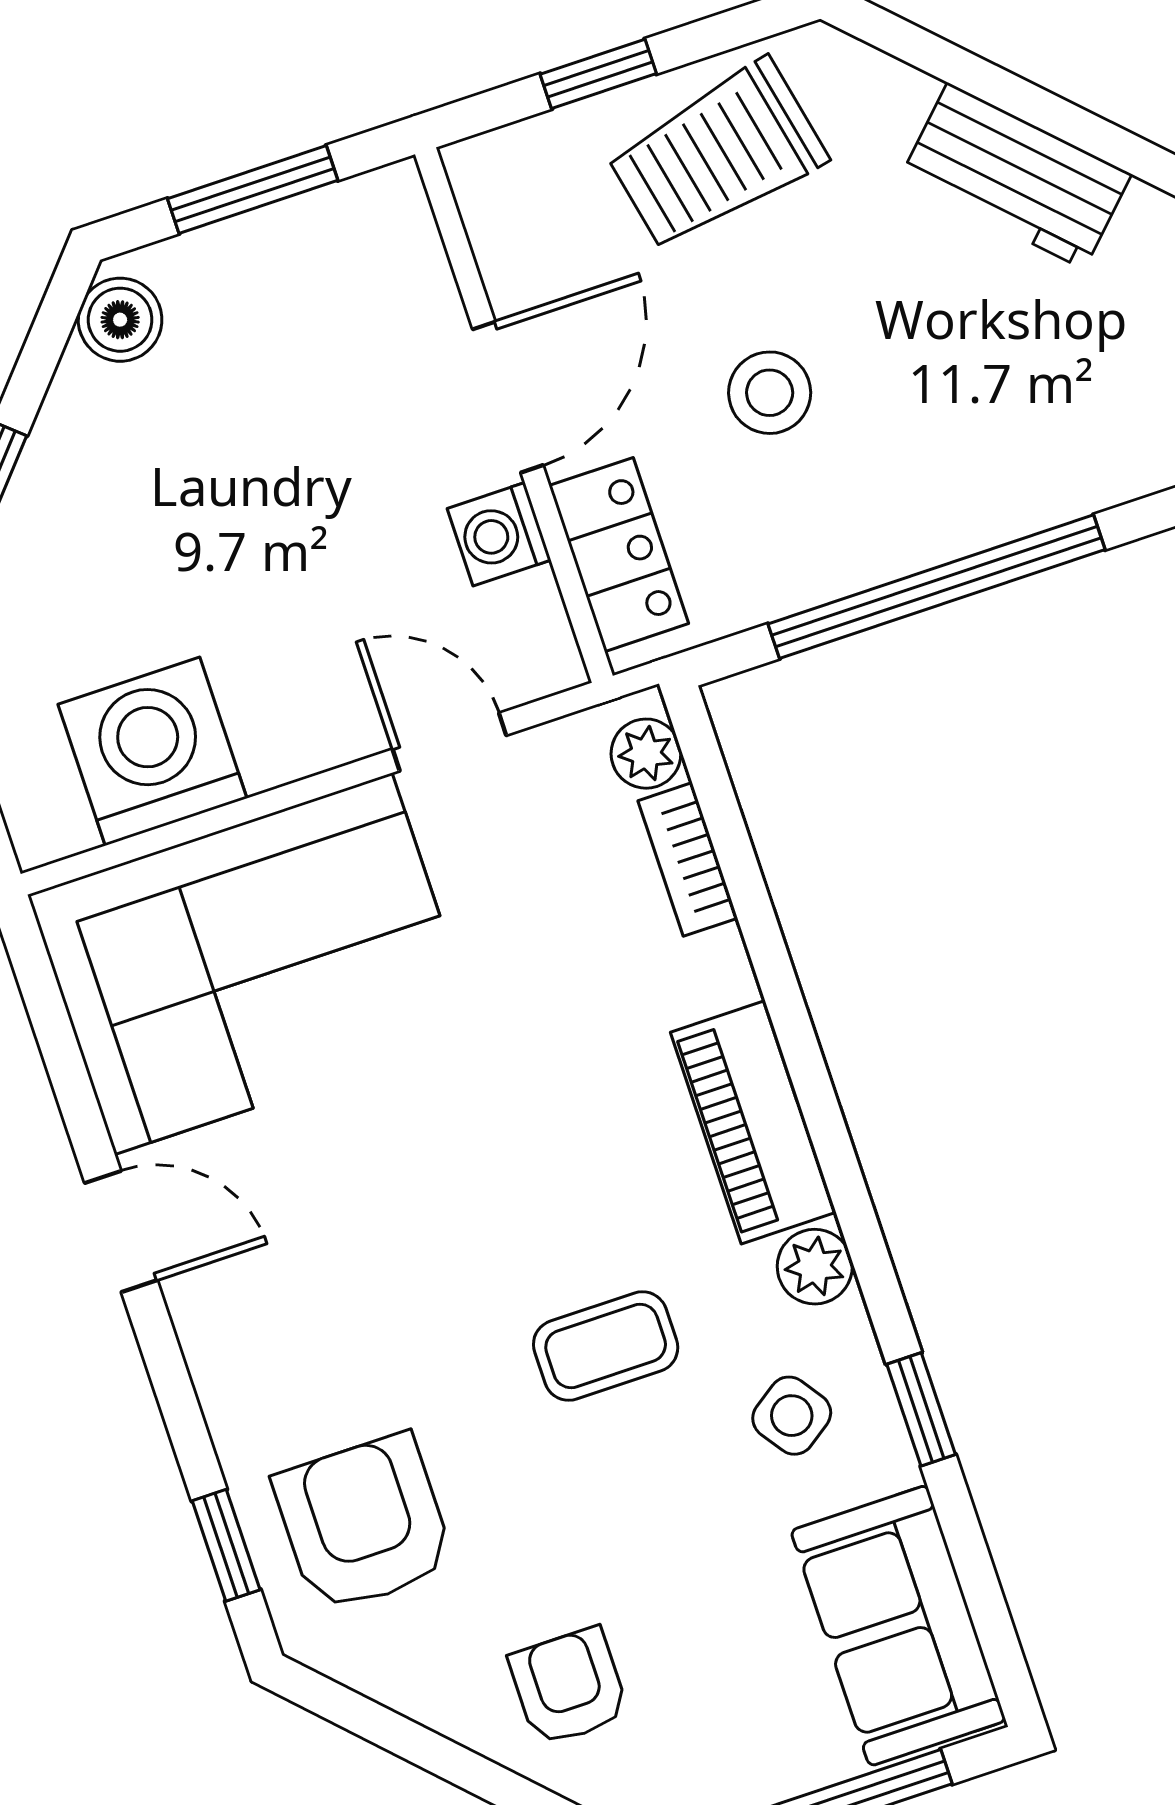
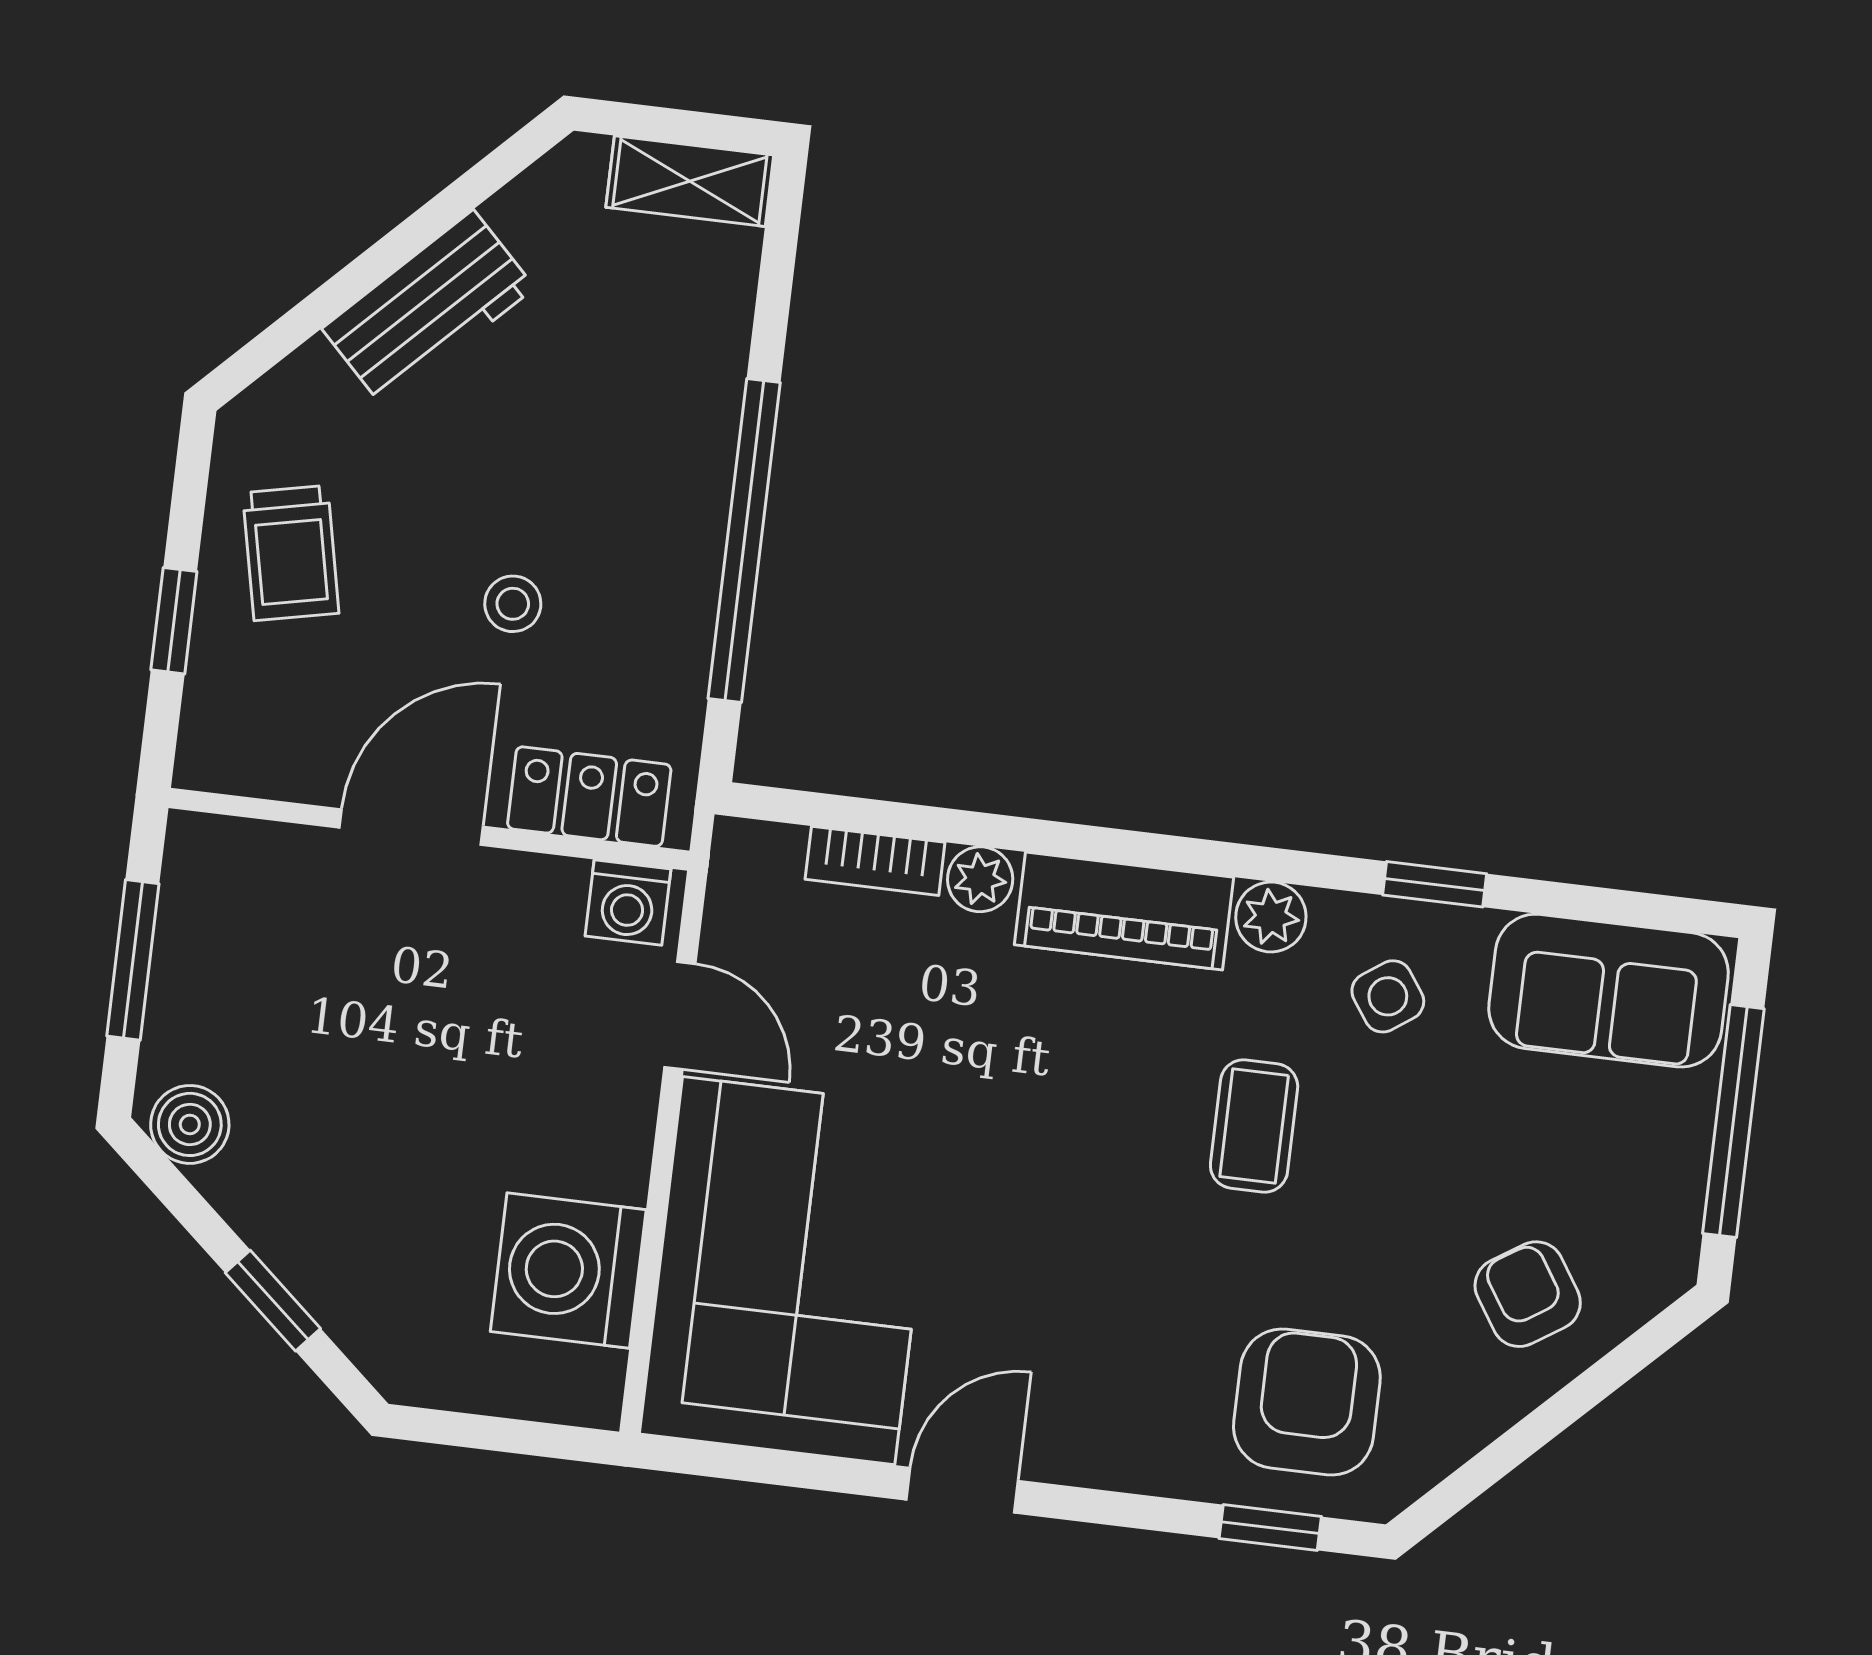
trolley: (717, 155) -> (291, 553), width x0.73, depth x0.72
stool: (770, 393) -> (513, 604), width x0.73, depth x0.73
door: (508, 397) -> (411, 827), hinge flipped
washing machine: (499, 534) -> (628, 902), moved
door: (449, 742) -> (680, 1015), swing flipped
plant: (646, 754) -> (980, 879), moved
armchair: (364, 1523) -> (1307, 1402), turned 90
armchair: (569, 1687) -> (1528, 1294), turned 57

